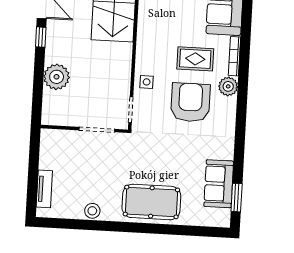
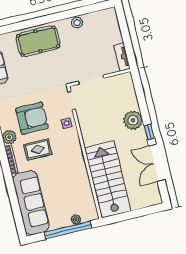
plant: (57, 77) -> (133, 120), moved
armchair: (190, 102) -> (32, 118), turned -90
tv unit: (44, 189) -> (122, 57), moved

